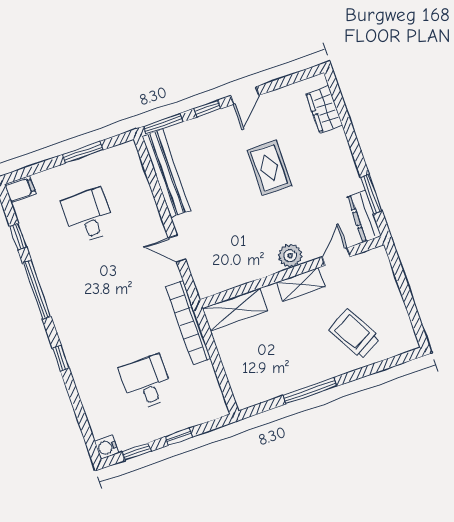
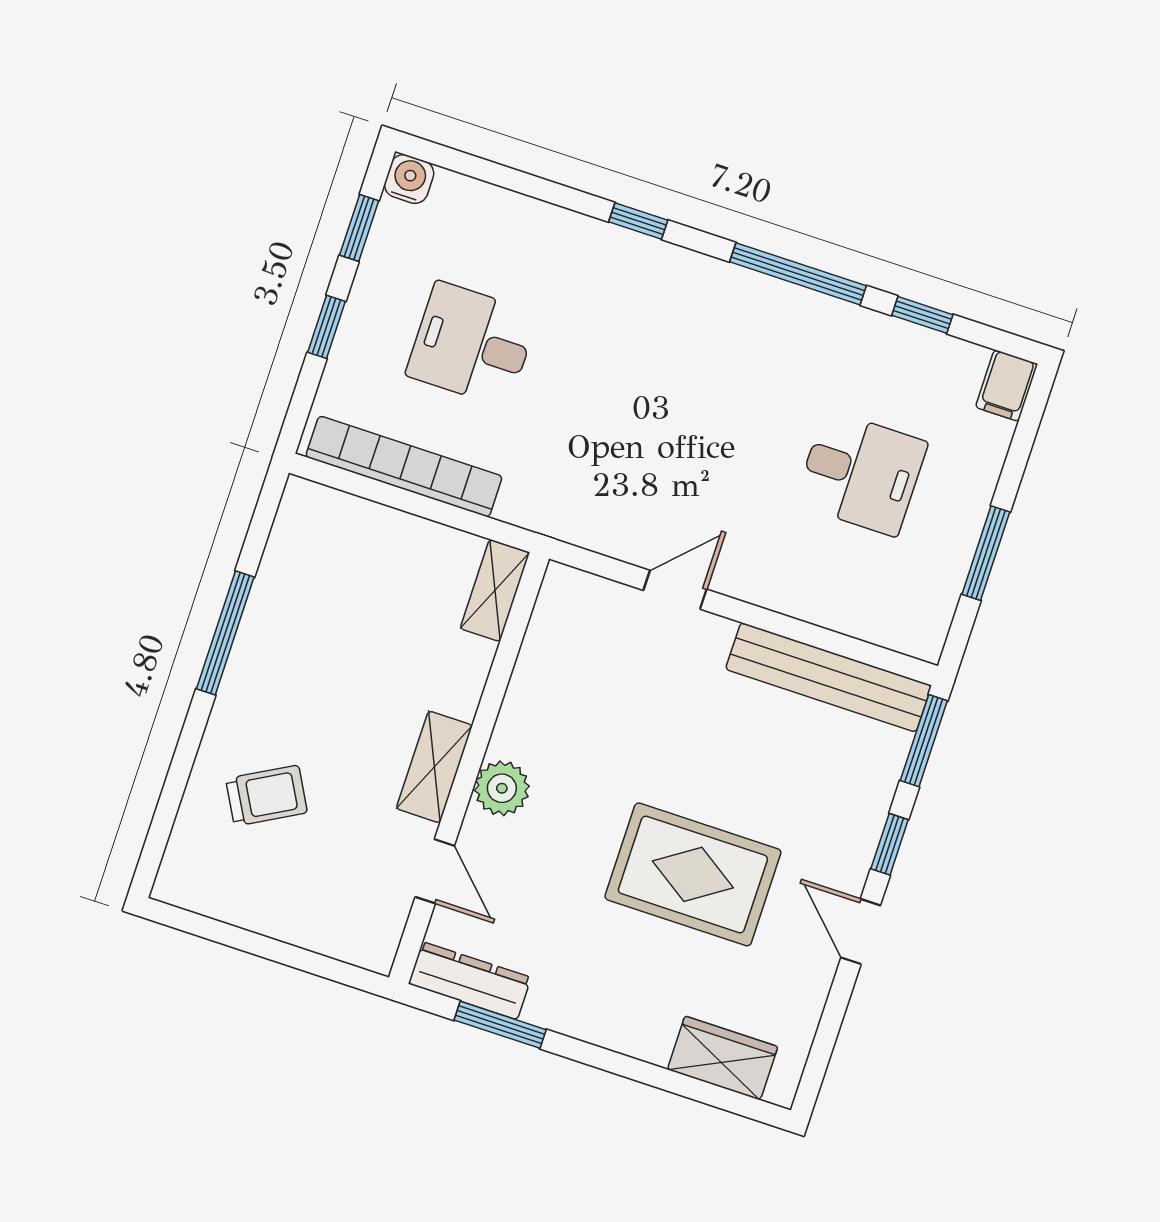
rug: (269, 168) -> (693, 874), width x1.36, depth x1.43
shelving: (235, 310) -> (495, 590), width x0.67, depth x0.75
bookcase: (188, 323) -> (404, 467), moved
trolley: (355, 334) -> (267, 796), width x0.73, depth x0.72
desk: (147, 382) -> (472, 344), turned 180

